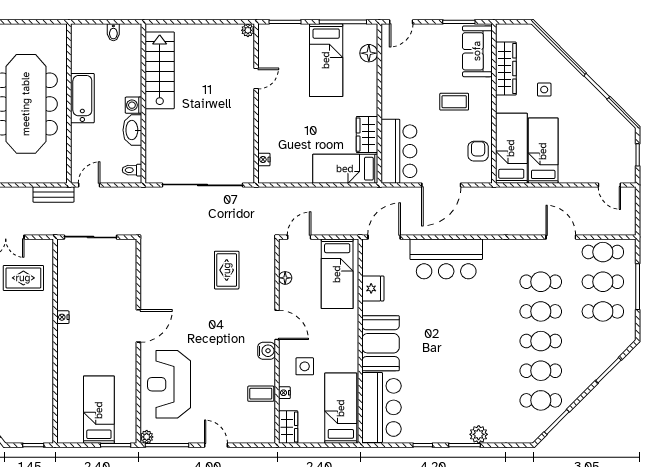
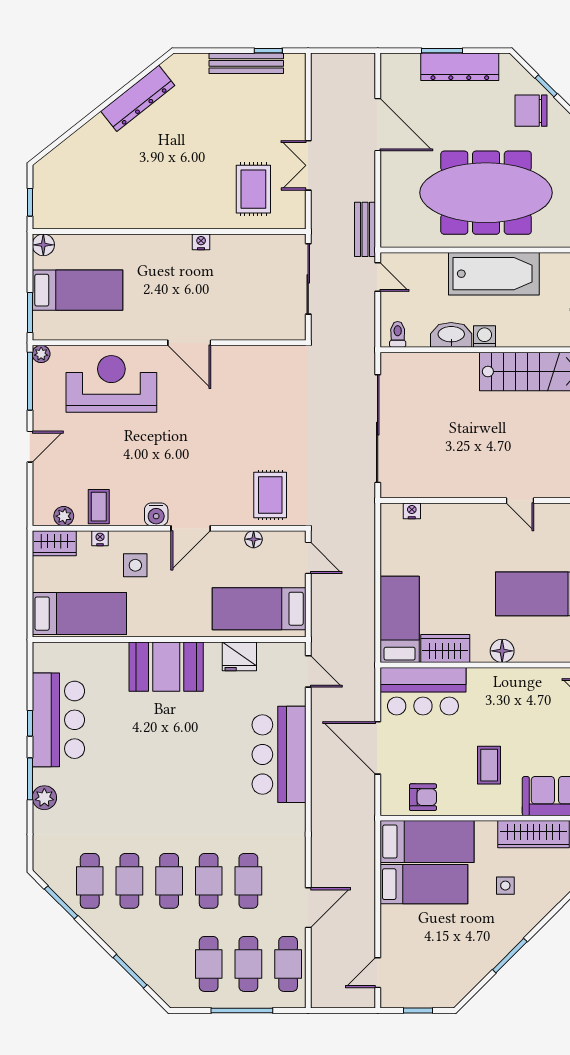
floor lamp: (369, 53) -> (502, 651), moved
bathtub: (82, 98) -> (494, 274), width x1.36, depth x1.36
door: (384, 237) -> (308, 671), width x0.73
rug: (227, 270) -> (270, 495), moved, turned 90
bar counter: (381, 407) -> (58, 720), moved, turned -90
plant: (268, 420) -> (64, 516), added
floor lamp: (65, 435) -> (43, 245), added

